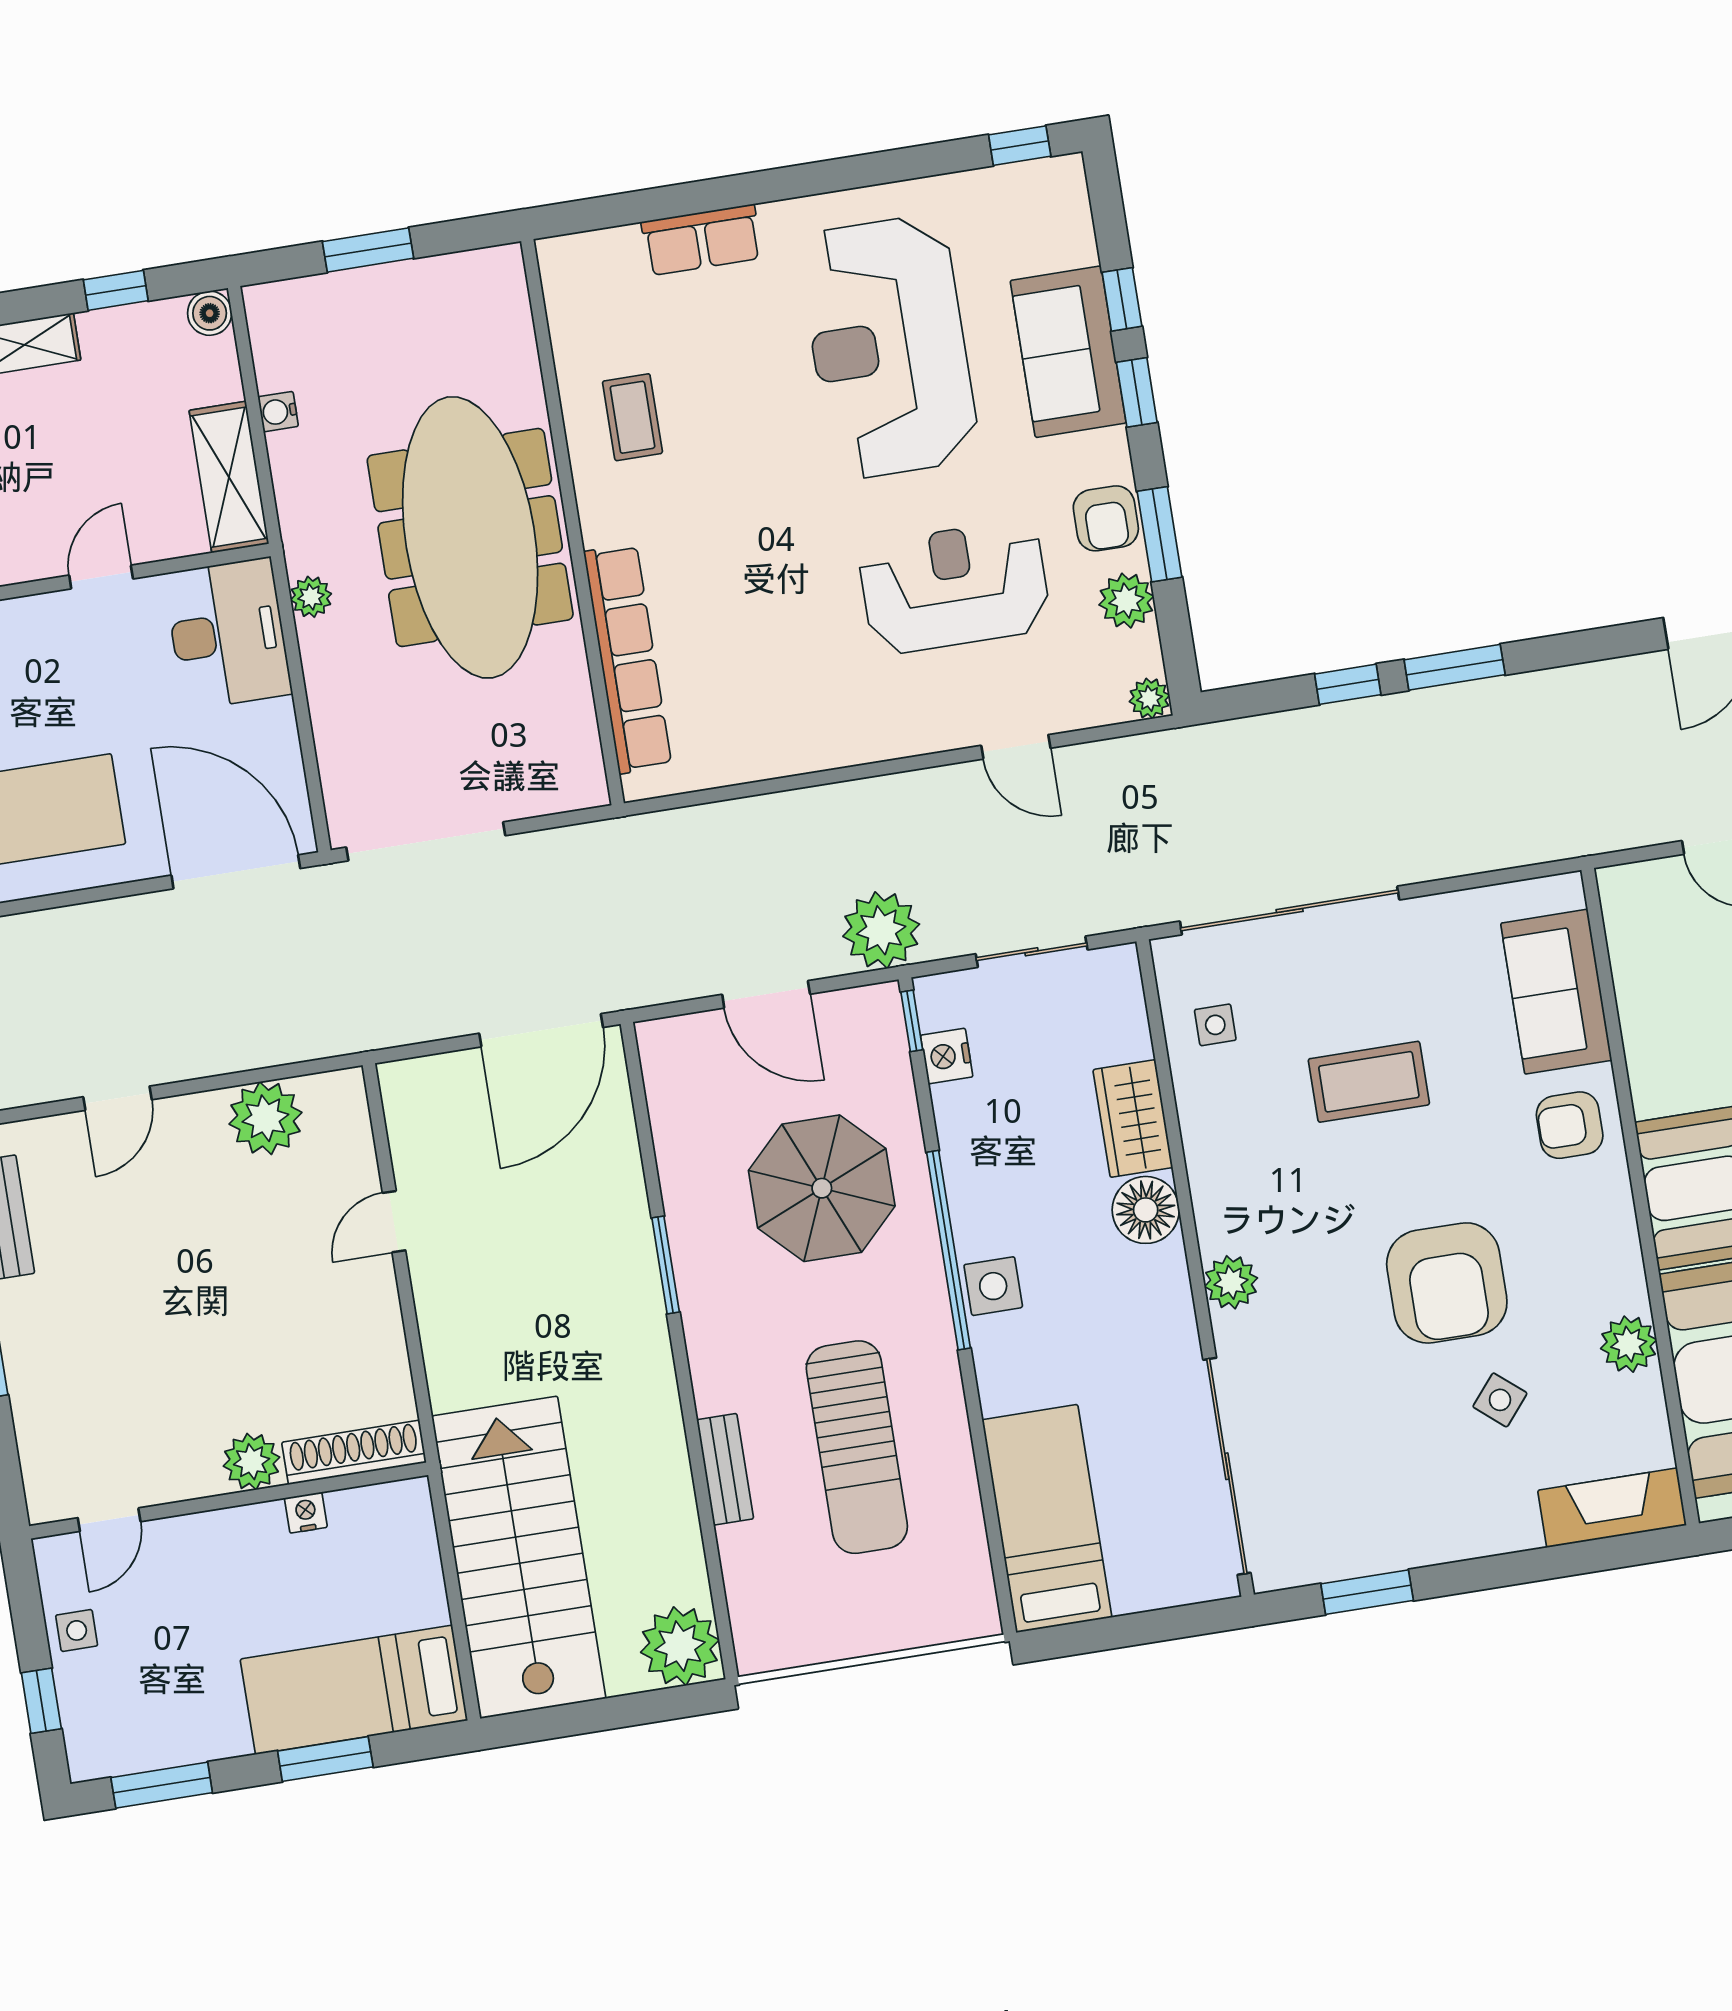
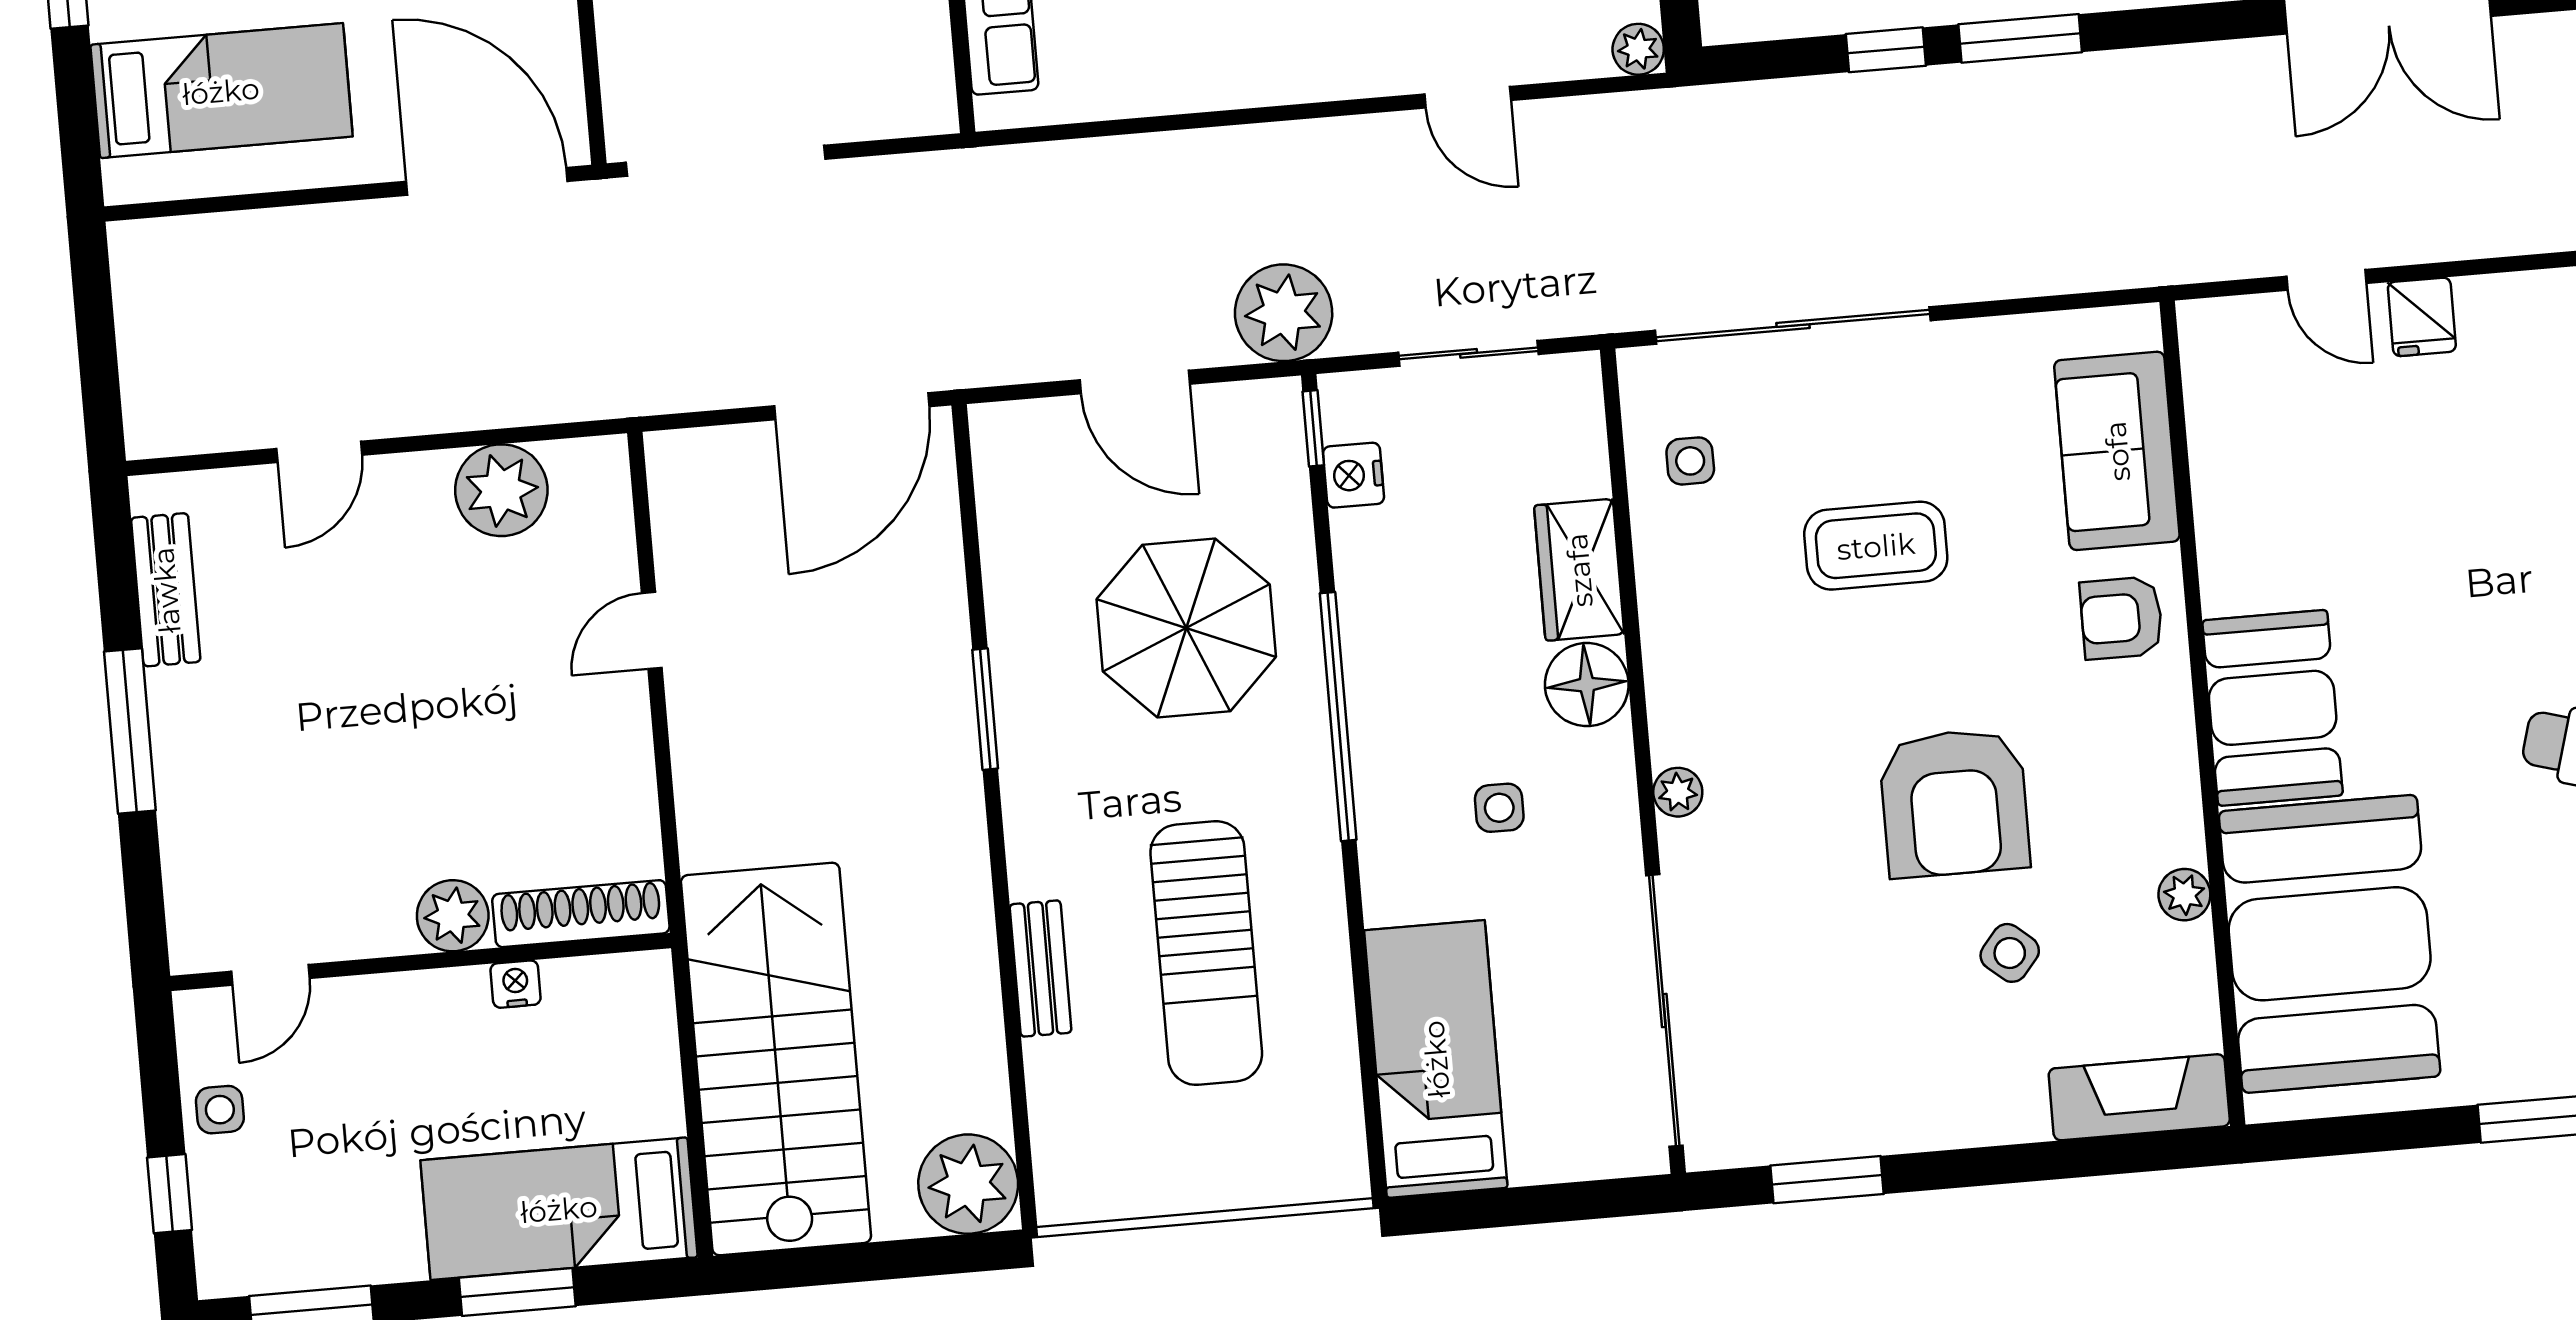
plant: (1231, 1282) -> (1678, 792), width x0.73, depth x0.73
side table: (993, 1286) -> (1499, 808), moved, width x0.73, depth x0.73
plant: (1629, 1344) -> (2184, 895), width x0.73, depth x0.73

